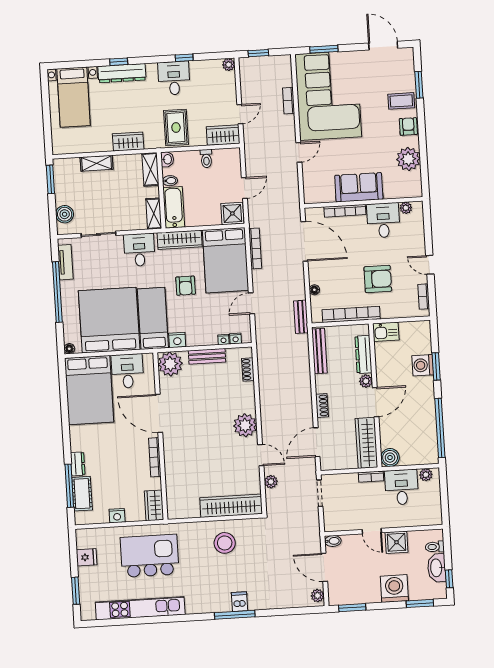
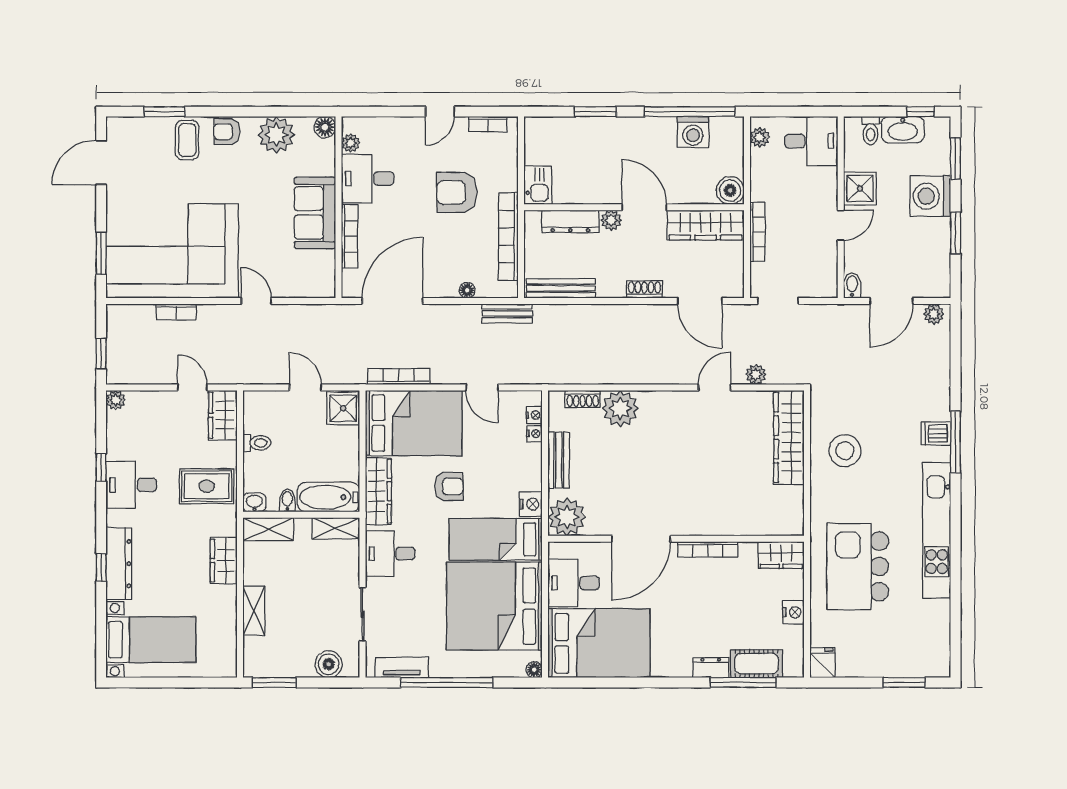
floor lamp: (415, 190) -> (325, 127), added
armchair: (378, 279) -> (457, 193), turned -90
washing machine: (423, 365) -> (693, 132), moved
plant: (245, 425) -> (620, 409), moved
bookcase: (371, 477) -> (757, 232), width x1.56
desk: (402, 487) -> (811, 141), moved, turned 180
fridge: (87, 557) -> (822, 663), moved
kitchen unit: (140, 608) -> (937, 530), moved
window: (352, 608) -> (955, 233), moved

